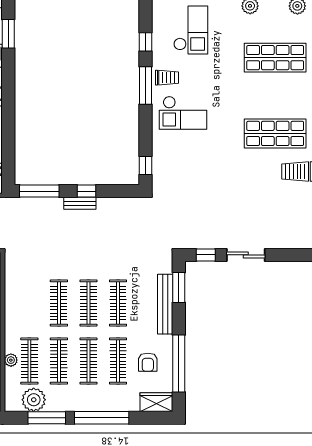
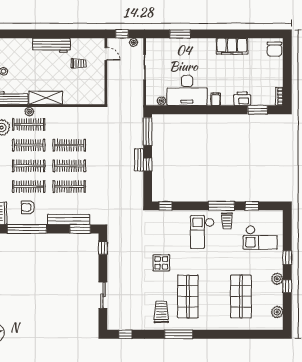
display table: (227, 171) -> (161, 263), added
sliding door: (246, 255) -> (103, 295), moved

